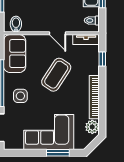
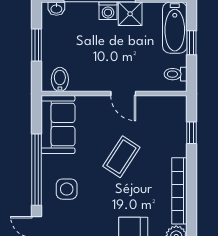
tv unit: (86, 39) -> (167, 103), removed
coffee table: (56, 75) -> (121, 157), width x0.73, depth x0.76

